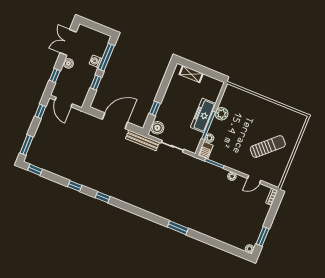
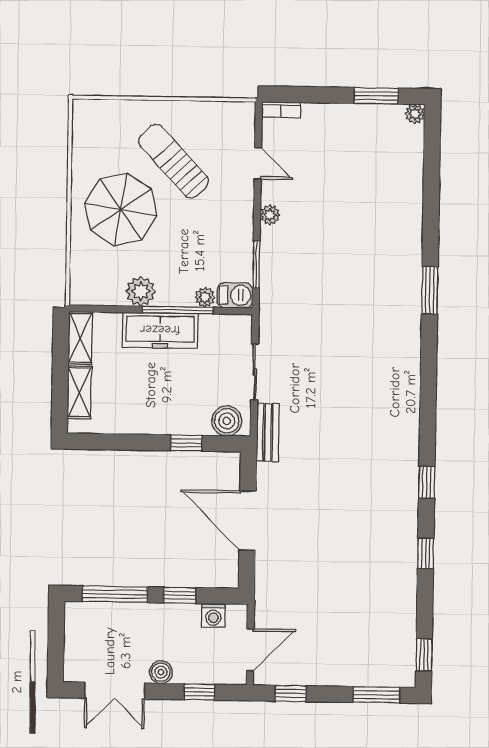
washing machine: (96, 61) -> (213, 615), moved
shelving: (212, 83) -> (80, 338), added
parasol: (257, 118) -> (121, 210), added
bench: (142, 140) -> (268, 433), width x0.73

